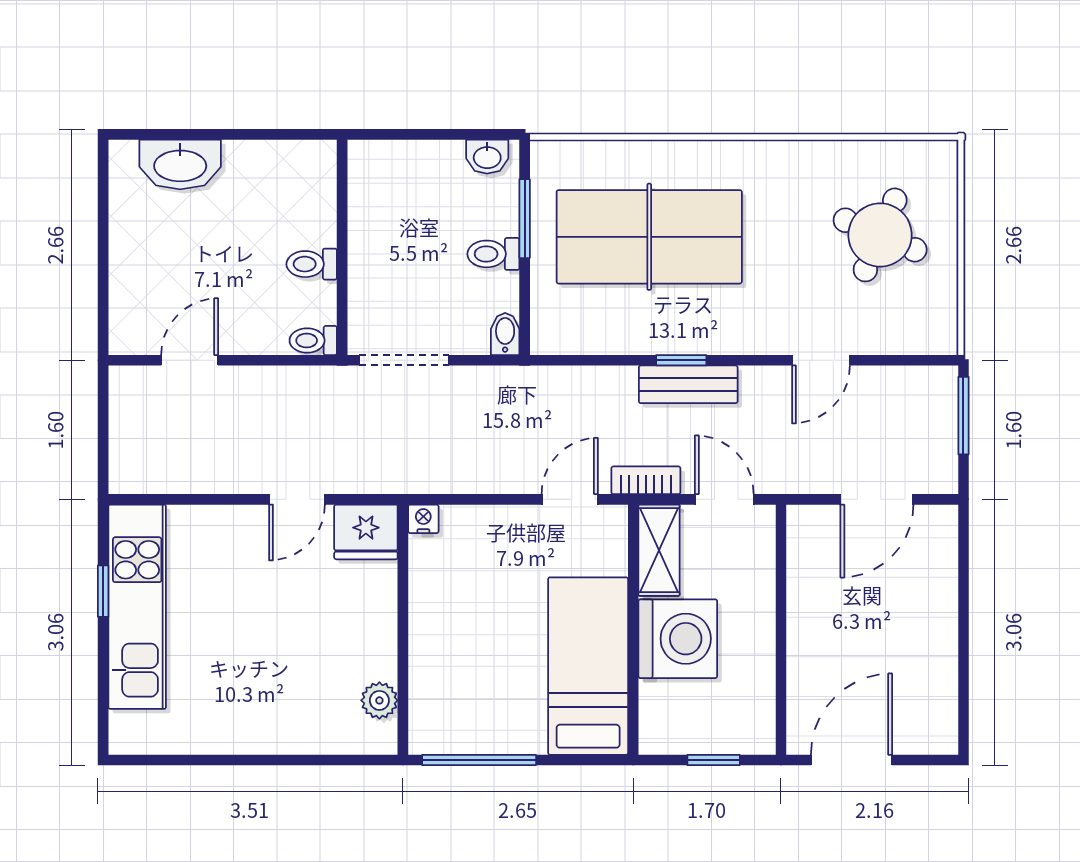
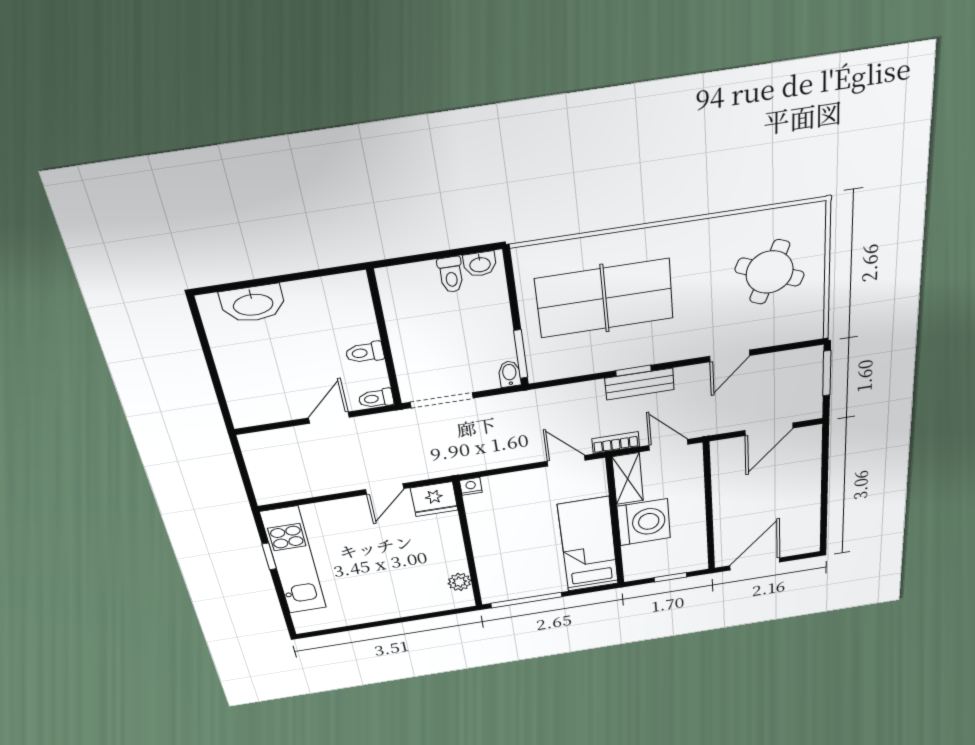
window: (525, 219) -> (521, 354), moved
toilet: (493, 254) -> (451, 275), moved, turned -90
door: (190, 360) -> (329, 418), moved
door: (570, 499) -> (566, 461), hinge flipped

